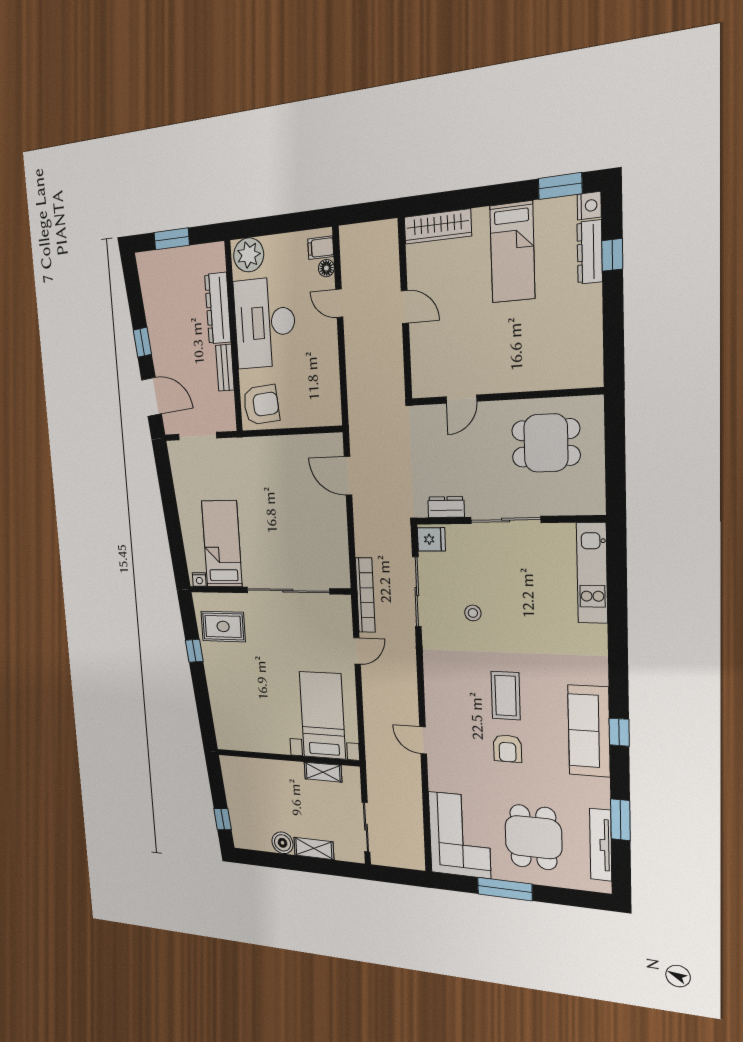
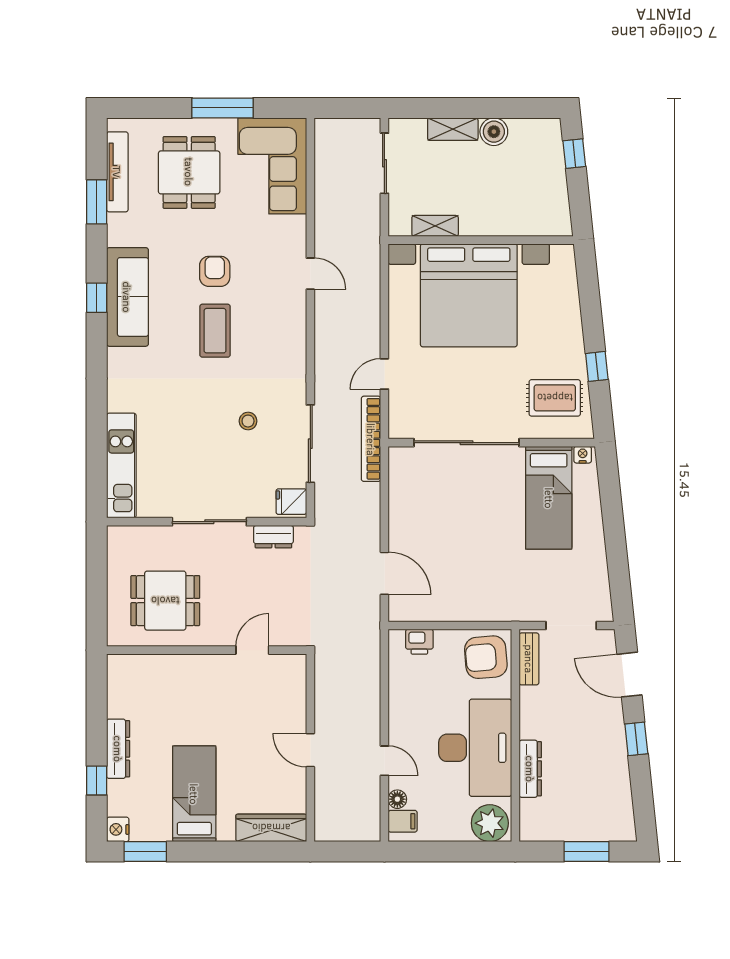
dresser: (590, 252) -> (118, 749), moved
dresser: (218, 308) -> (530, 769), width x0.73, depth x0.80
bench: (225, 368) -> (529, 659), moved
printer: (316, 415) -> (419, 642), added
bed with nightstands: (322, 715) -> (469, 295), width x1.85

